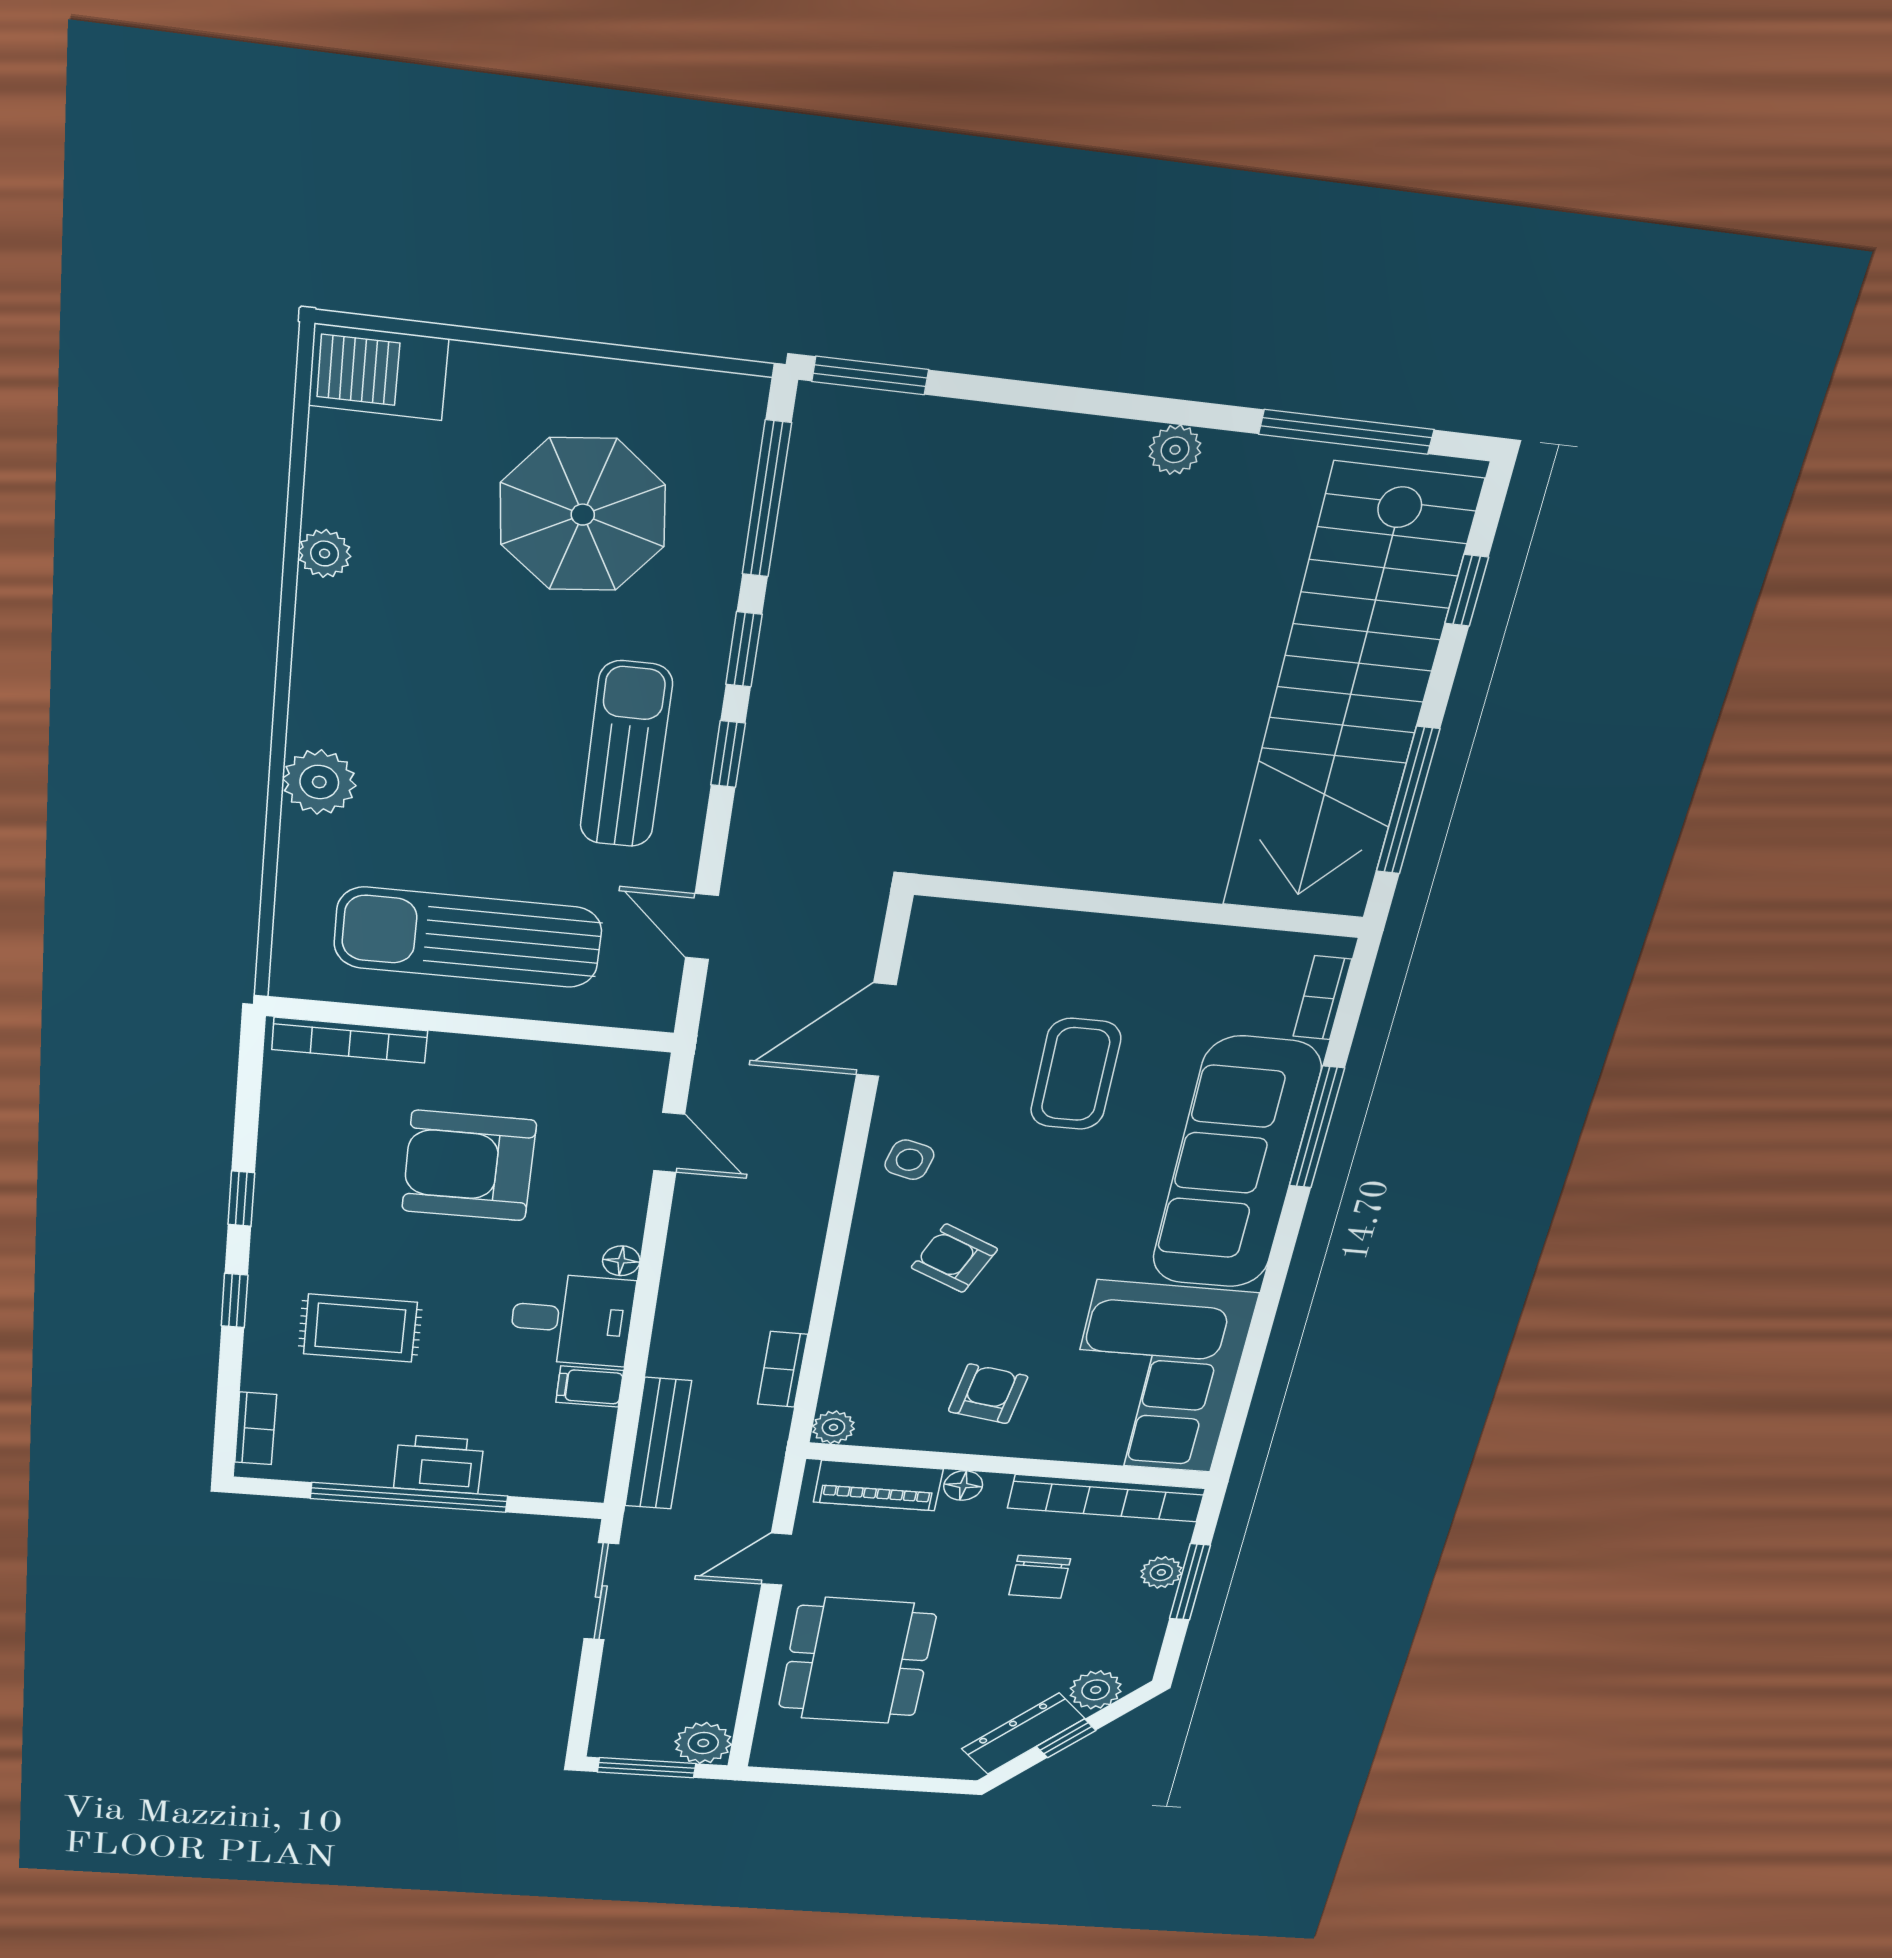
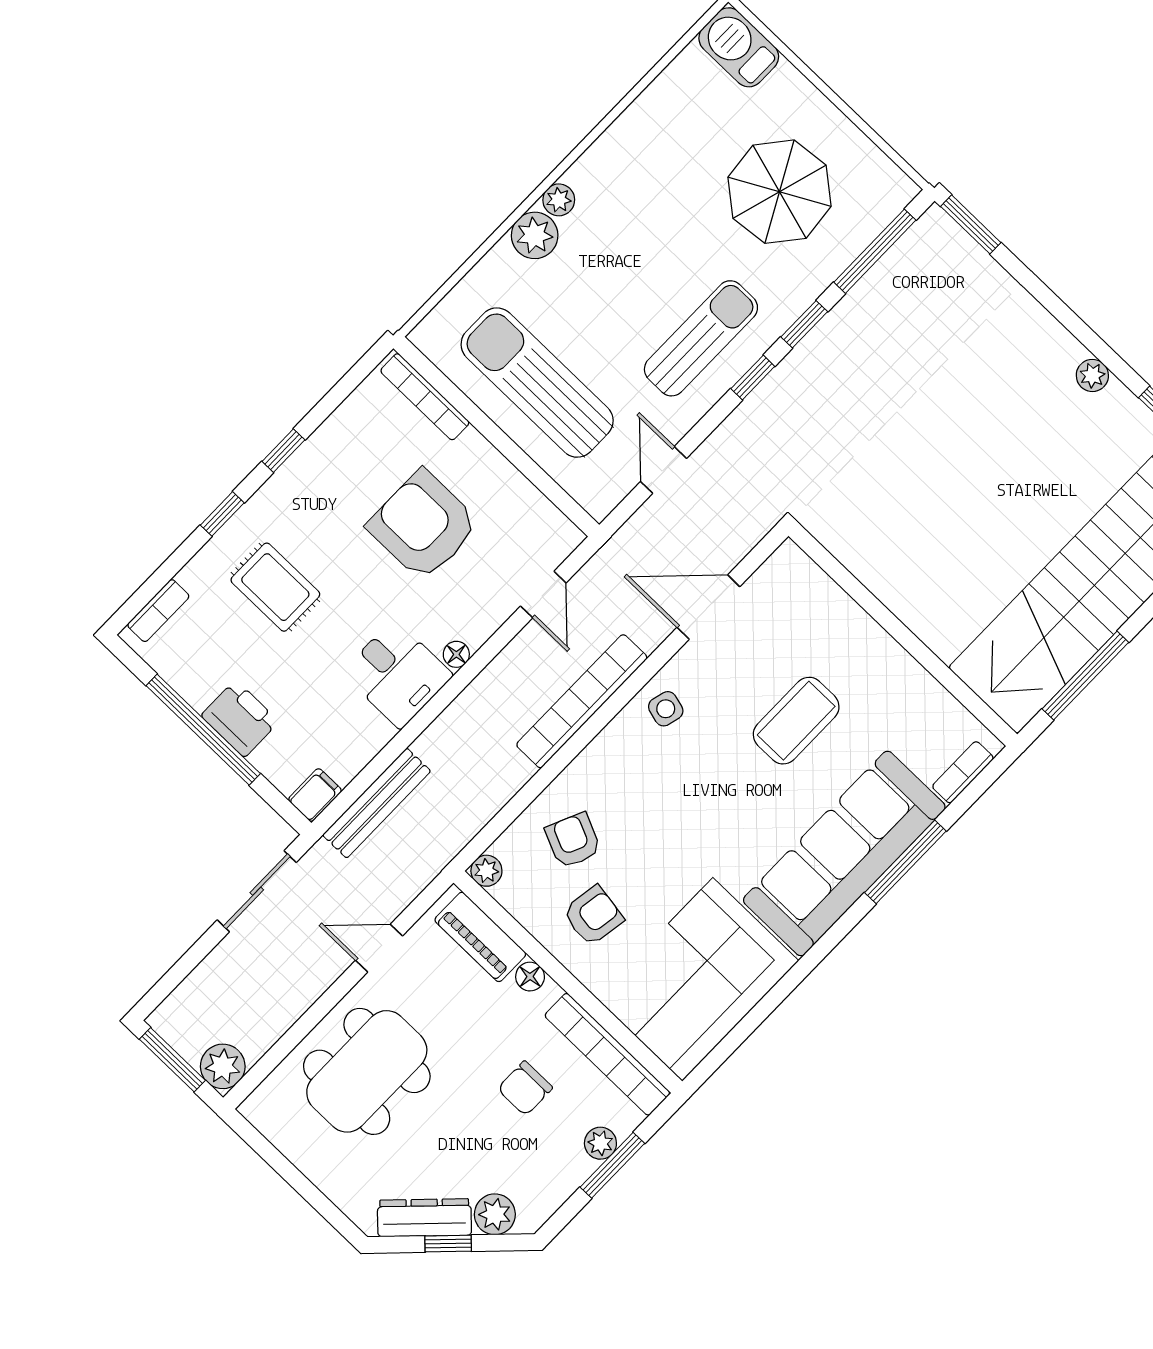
plant: (325, 553) -> (559, 200), moved
armchair: (954, 1258) -> (573, 840), moved
bookcase: (783, 1369) -> (582, 701), moved, width x2.31, depth x1.31
filing cabinet: (590, 1387) -> (315, 795), moved, turned 90

